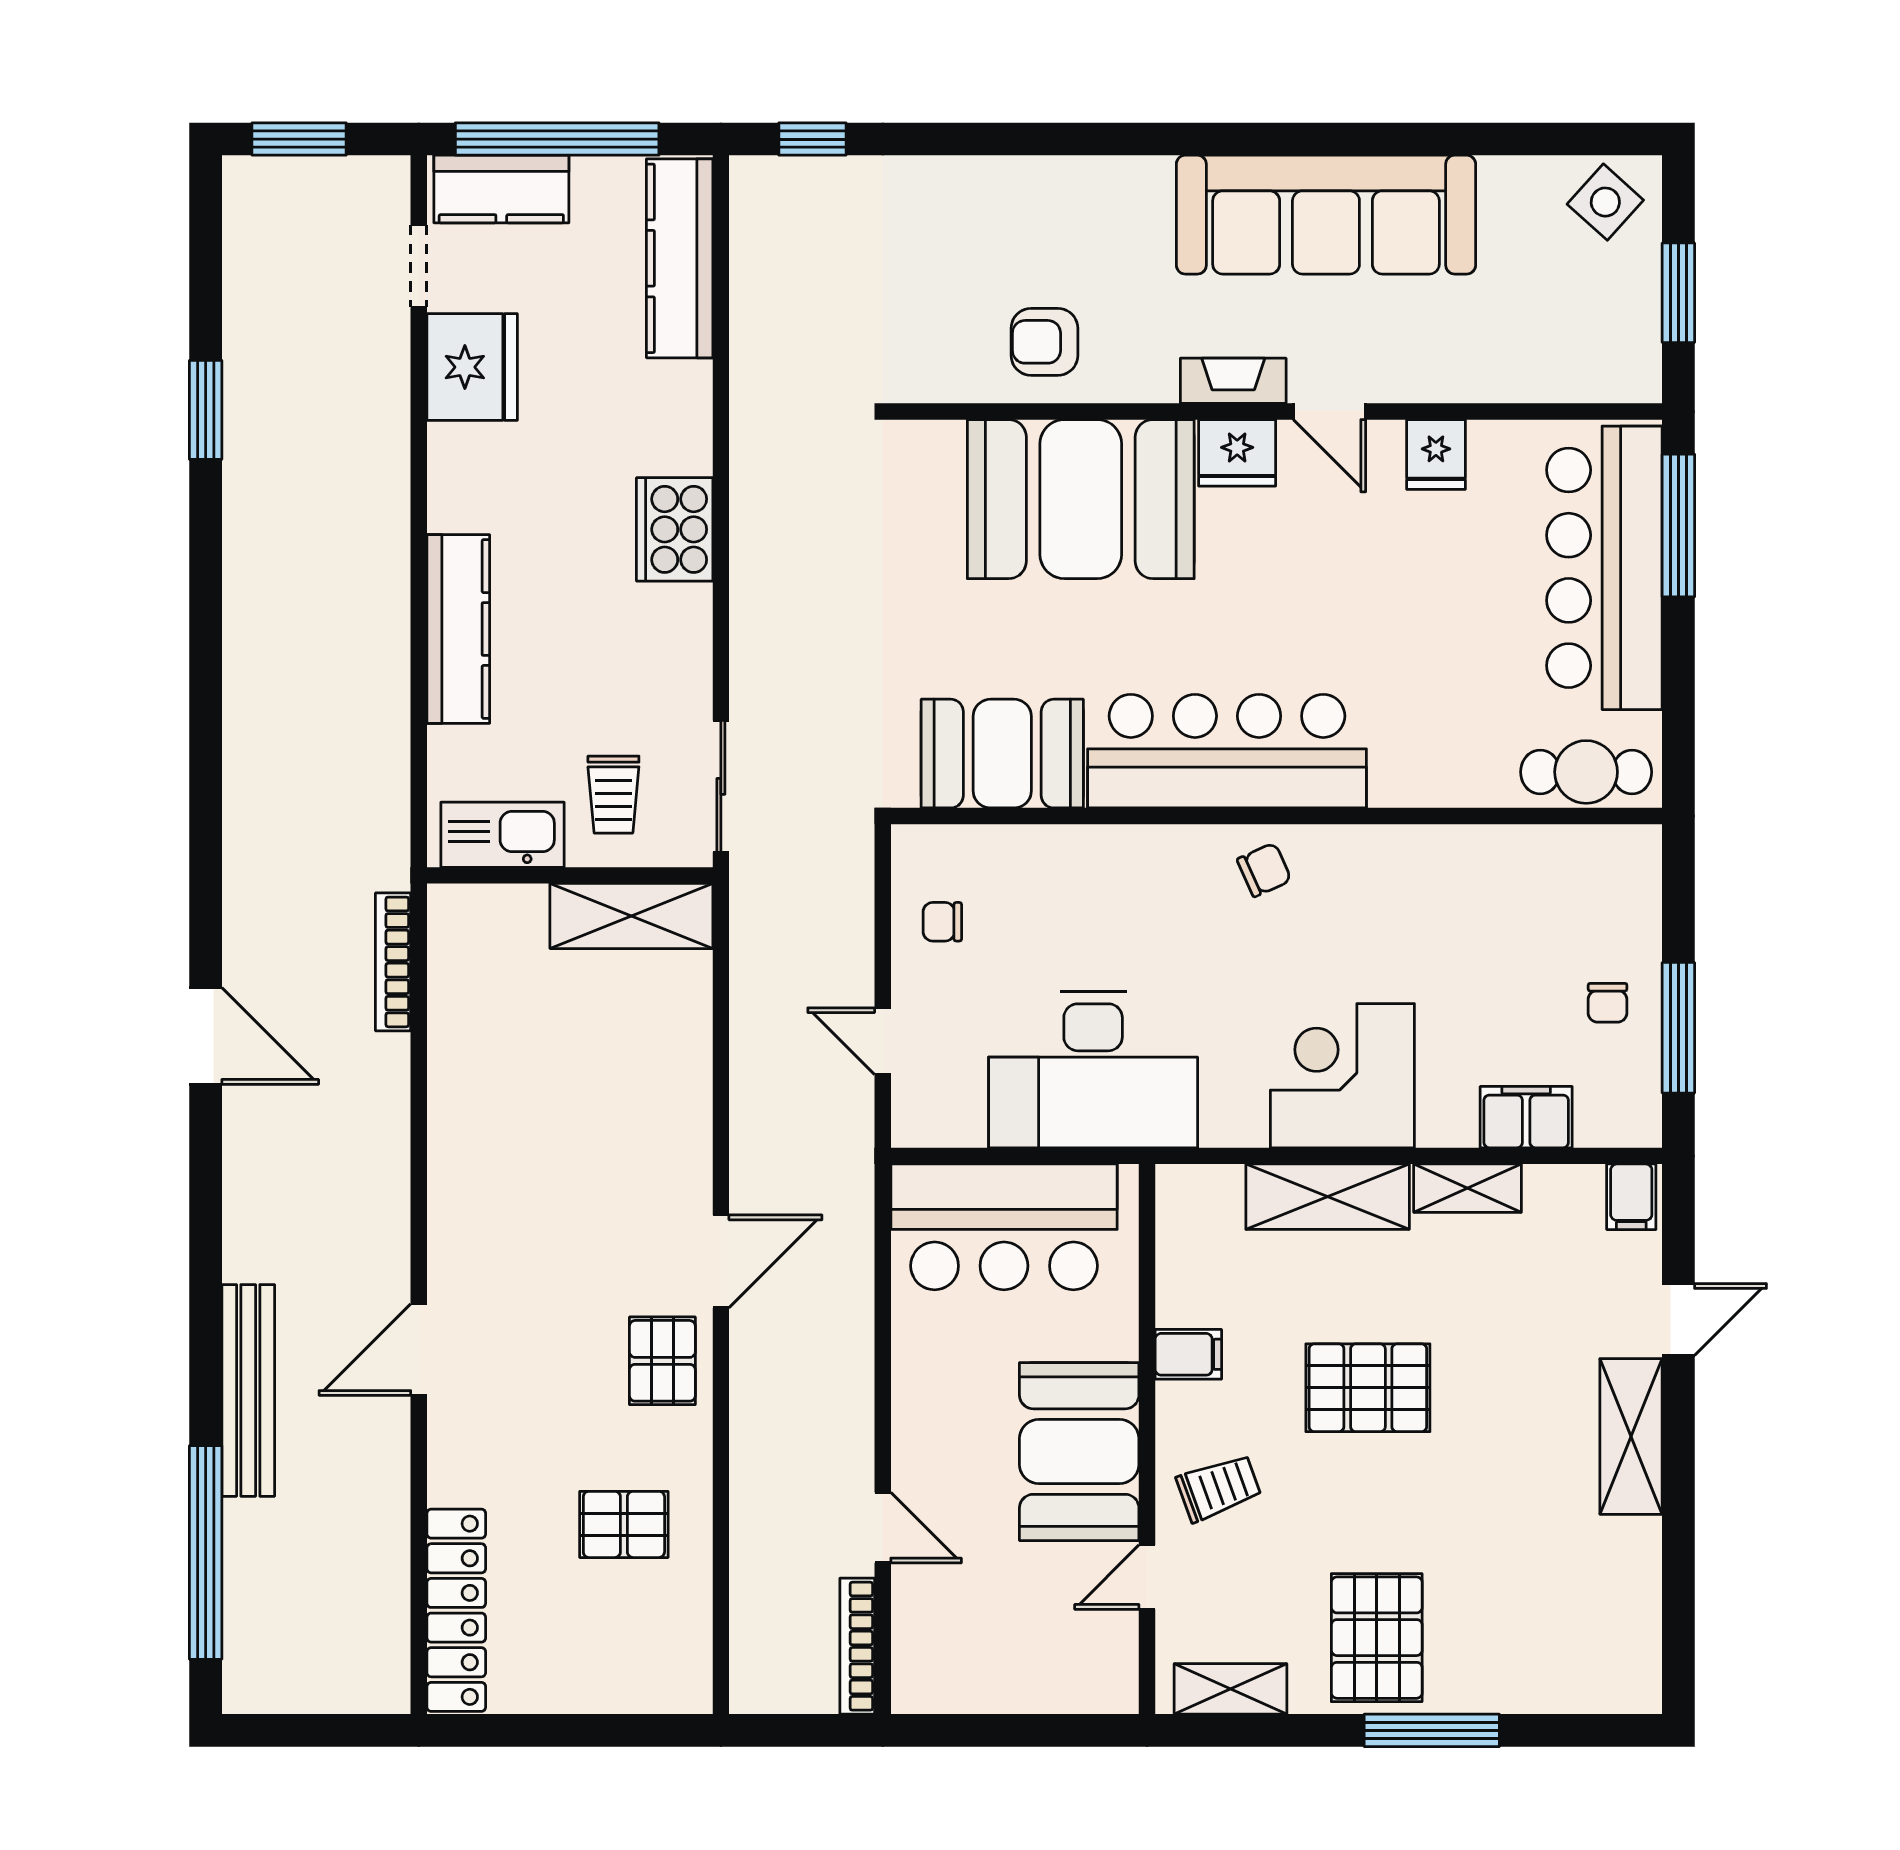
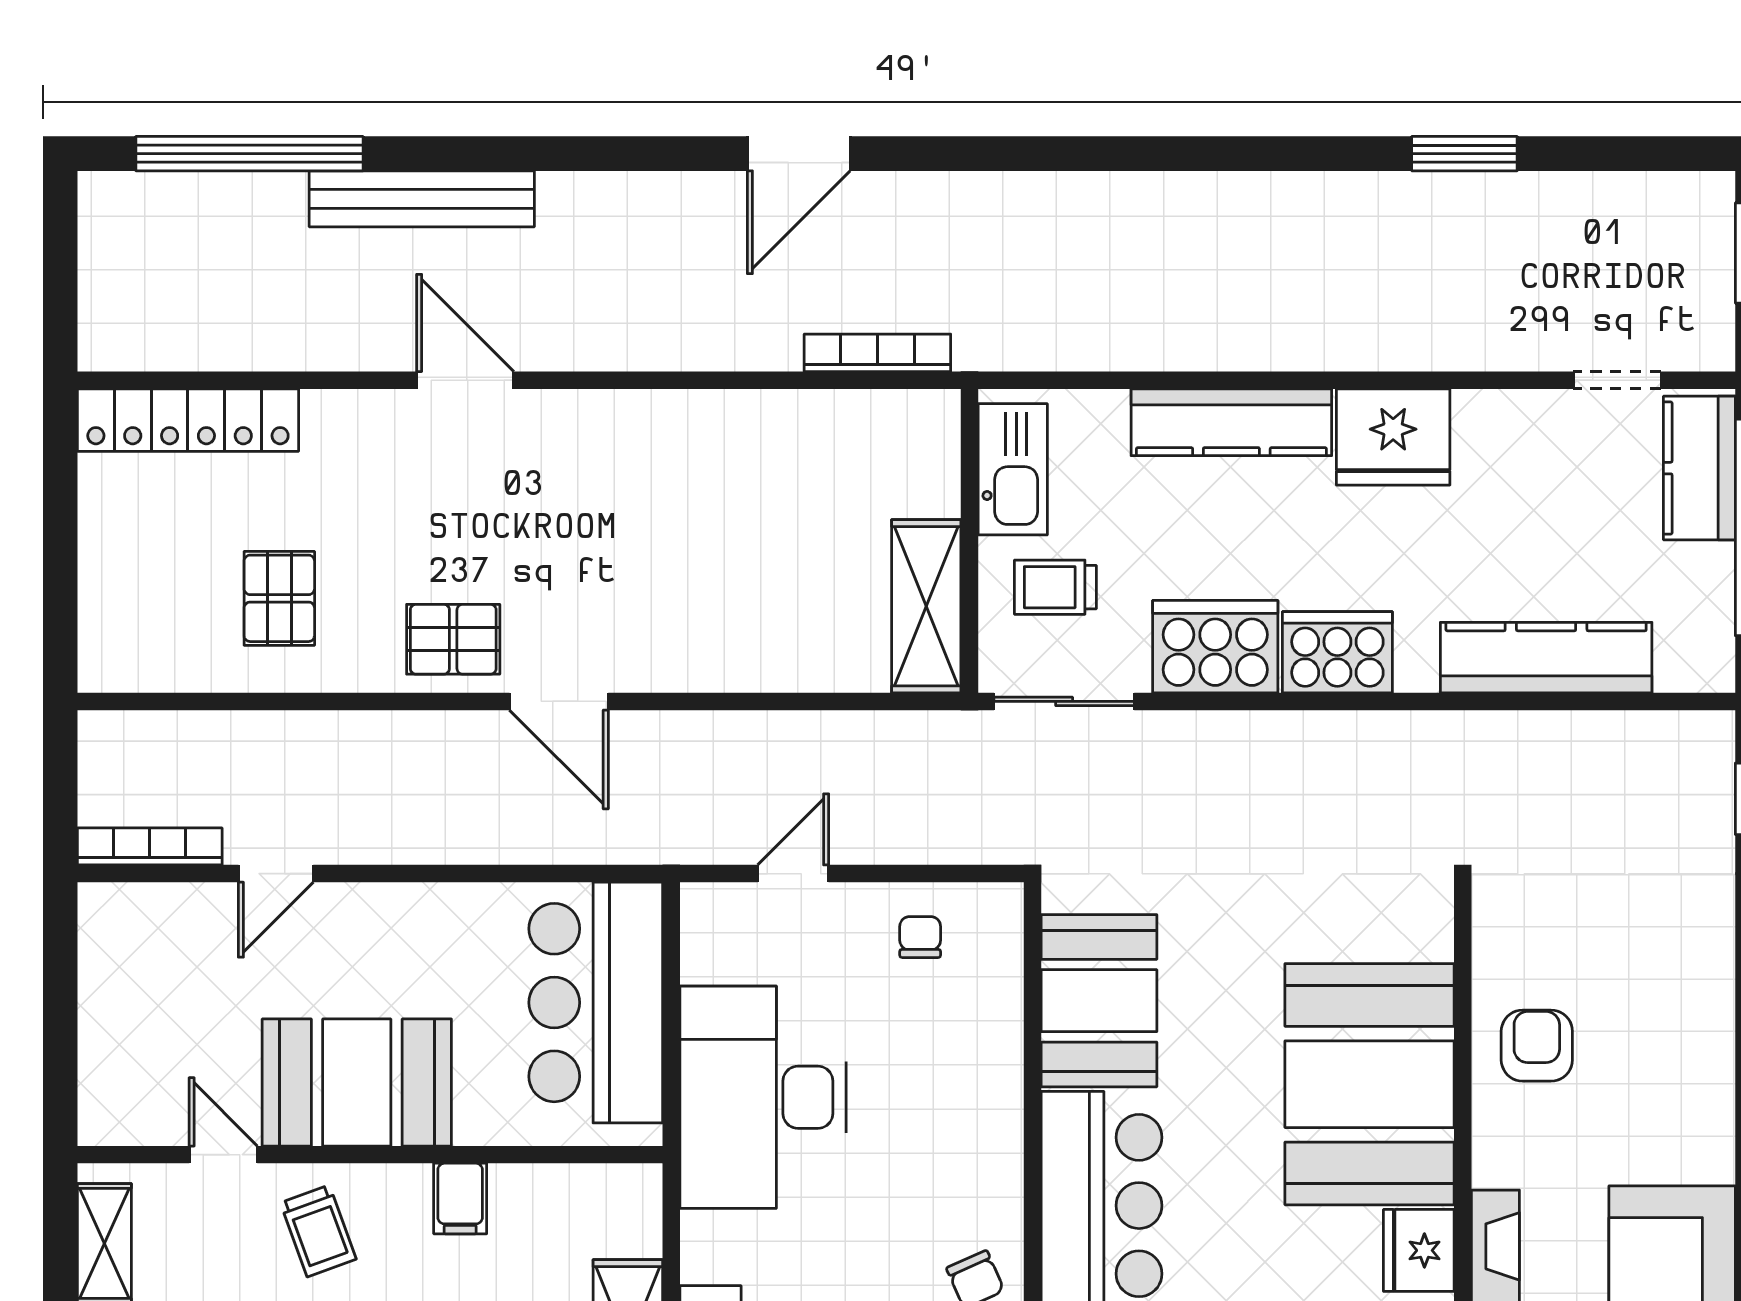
kitchen counter: (680, 258) -> (1546, 658), moved
fridge: (472, 367) -> (1393, 437), moved
cooker: (669, 644) -> (1215, 647), added

